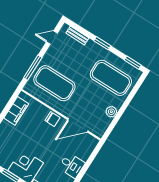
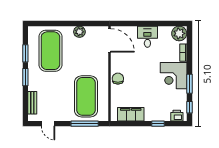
window: (133, 63) -> (25, 53), moved
door: (78, 125) -> (110, 40), moved

